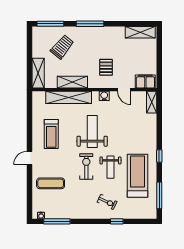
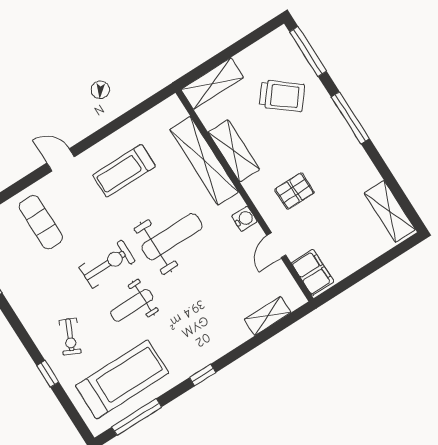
shelving: (152, 102) -> (268, 316), moved
treadmill: (138, 176) -> (122, 379), moved

